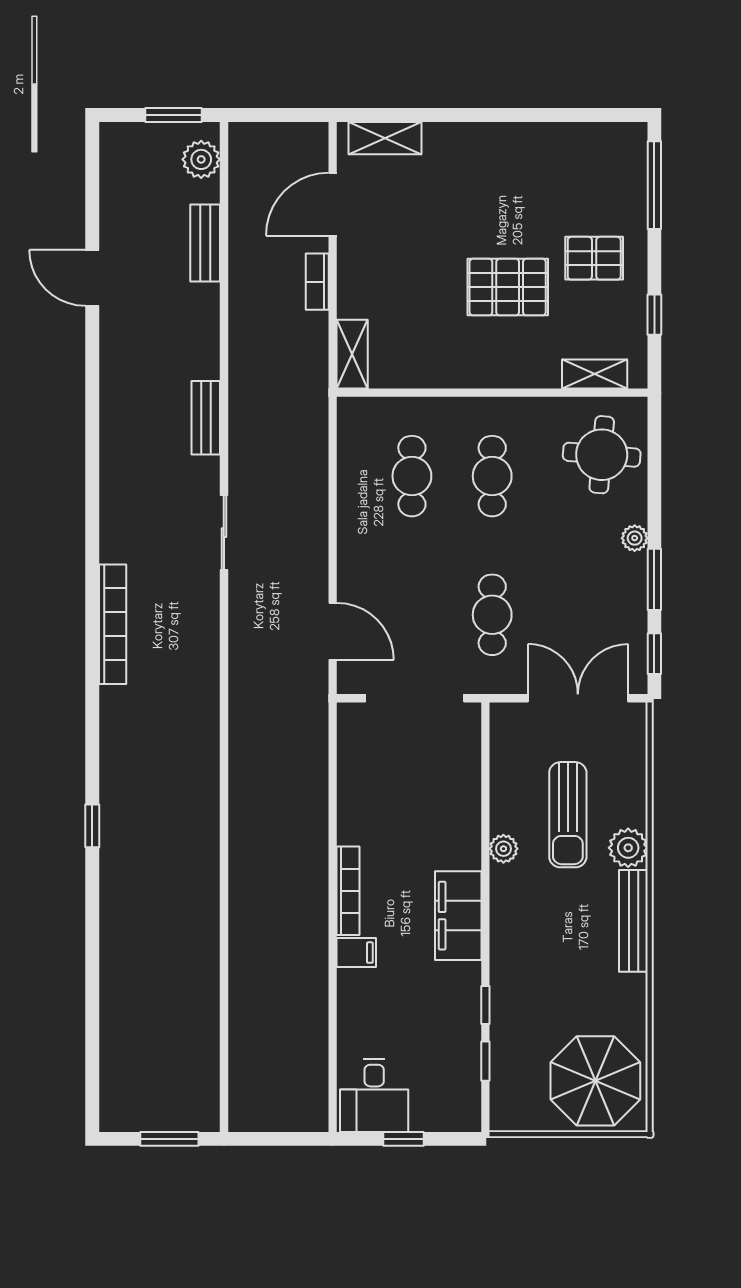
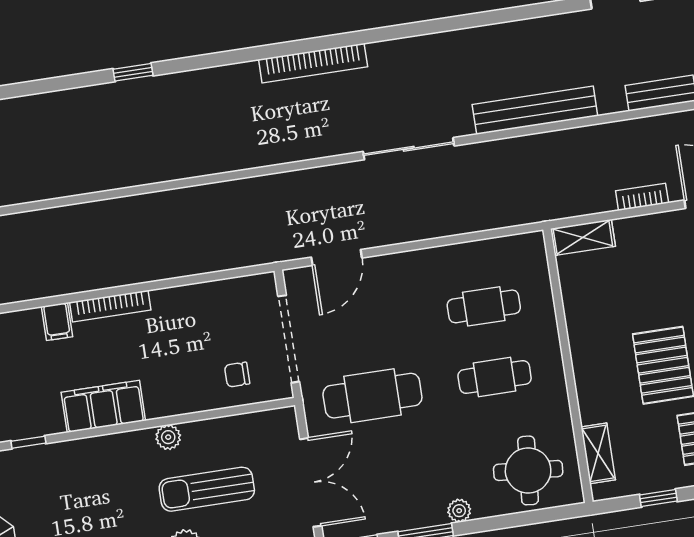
bench: (206, 418) -> (535, 110), width x1.86, depth x1.21
sliding door: (224, 533) -> (409, 149), width x1.37
cafe table: (492, 615) -> (372, 396), width x1.37, depth x1.35
chair: (446, 762) -> (237, 375), added

